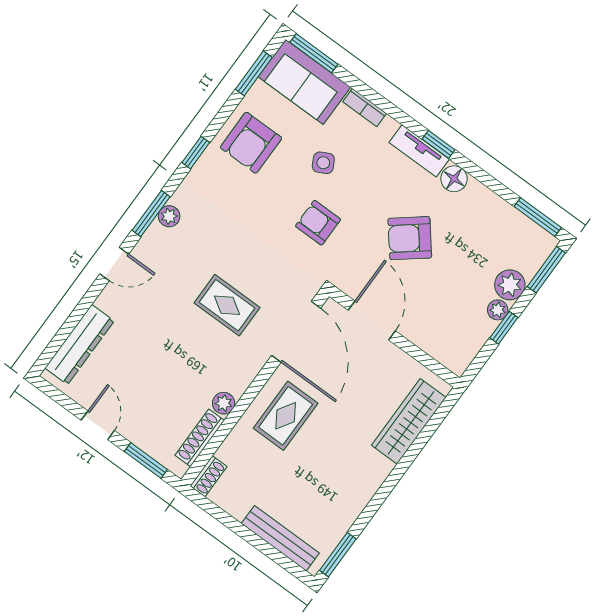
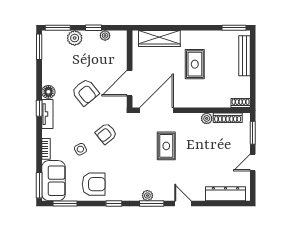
armchair: (318, 223) -> (106, 134), turned 51
plant: (498, 310) -> (105, 36), moved
rug: (286, 416) -> (195, 64), moved, turned 90

